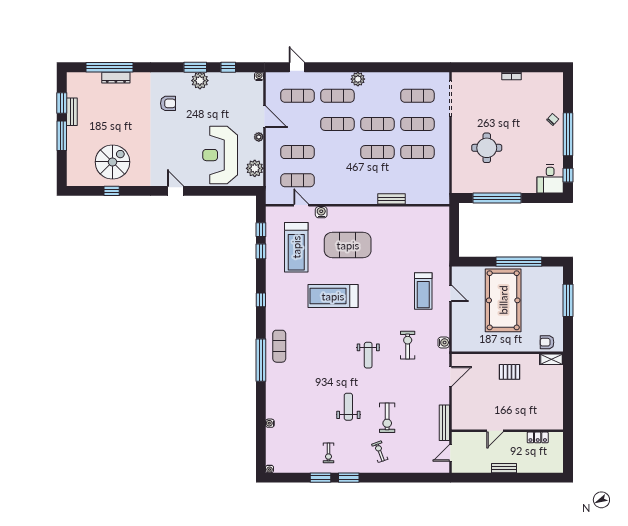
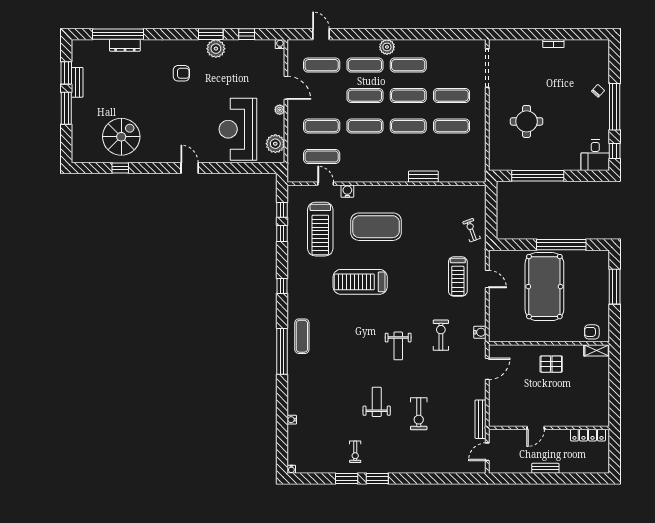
exercise mat: (417, 96) -> (408, 65), moved
exercise mat: (337, 152) -> (365, 126), added
locker: (538, 437) -> (588, 435), width x1.53
exercise bike: (380, 452) -> (471, 230), moved

